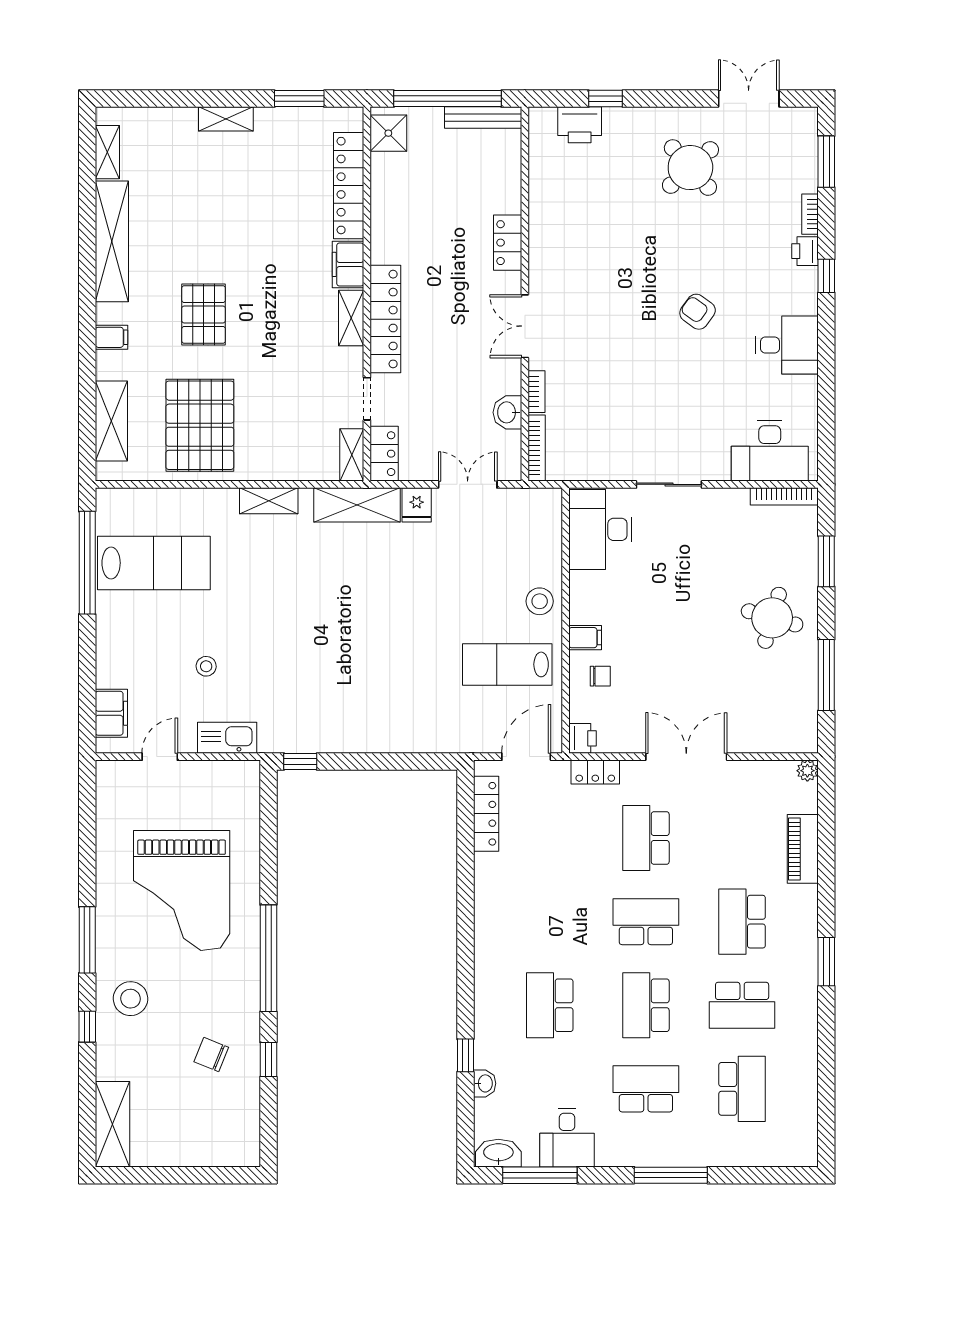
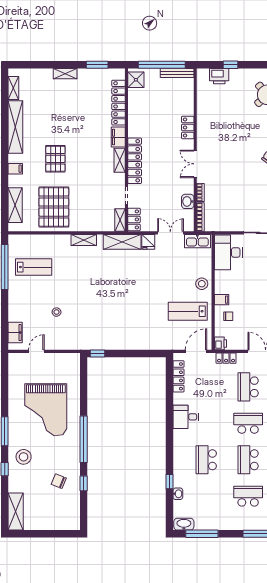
lab bench: (154, 563) -> (34, 267), width x0.73, depth x0.72
kitchen sink: (227, 738) -> (197, 241), moved, turned 180
desk: (567, 1138) -> (186, 417), moved, turned 90

